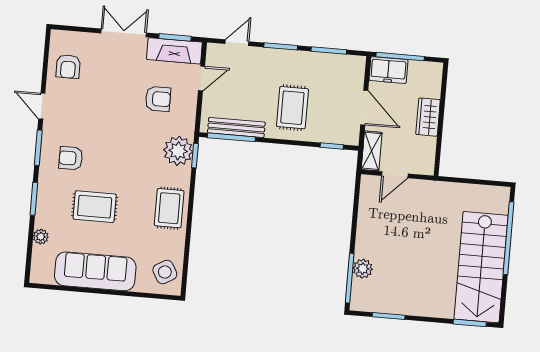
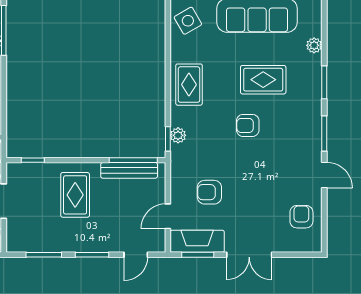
plant: (178, 151) -> (178, 135), width x0.53, depth x0.53
armchair: (71, 158) -> (248, 125), moved, turned 180

